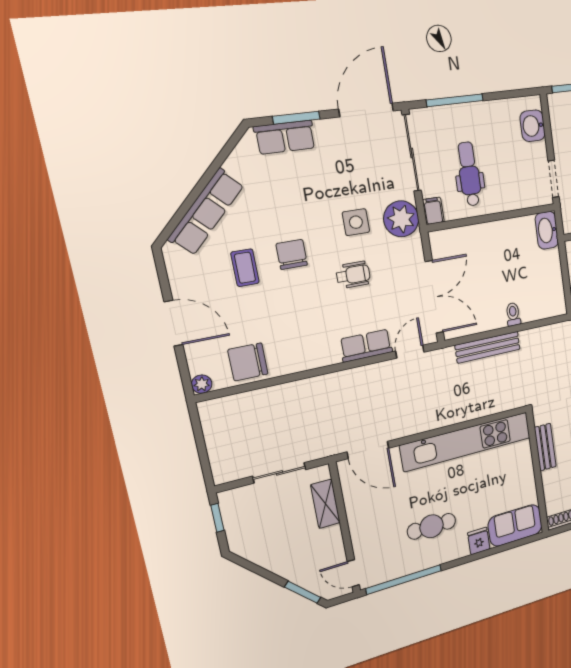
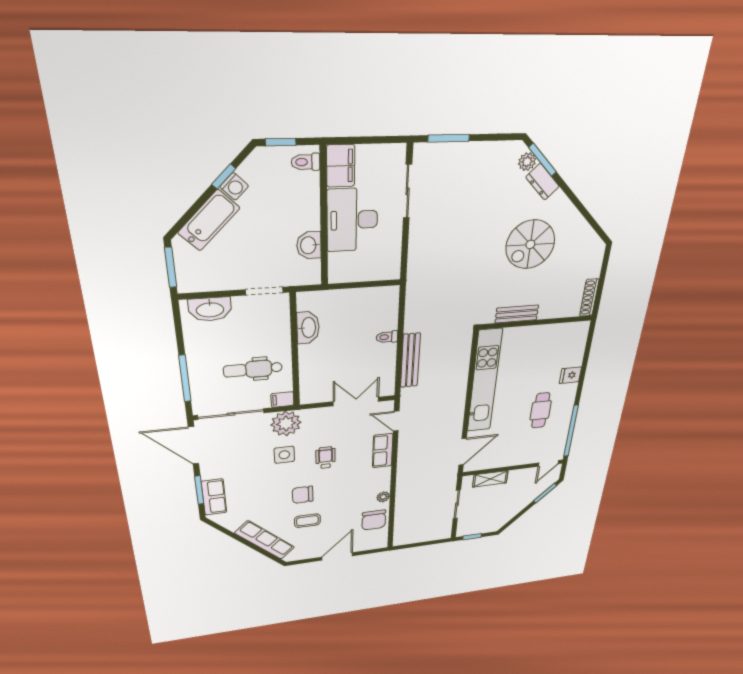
washbasin: (533, 126) -> (210, 309), width x1.38
washbasin: (547, 230) -> (308, 328), moved, turned -90
double door: (434, 297) -> (356, 401), width x0.73
plant: (202, 384) -> (383, 497), moved
sofa: (515, 525) -> (573, 345), removed

